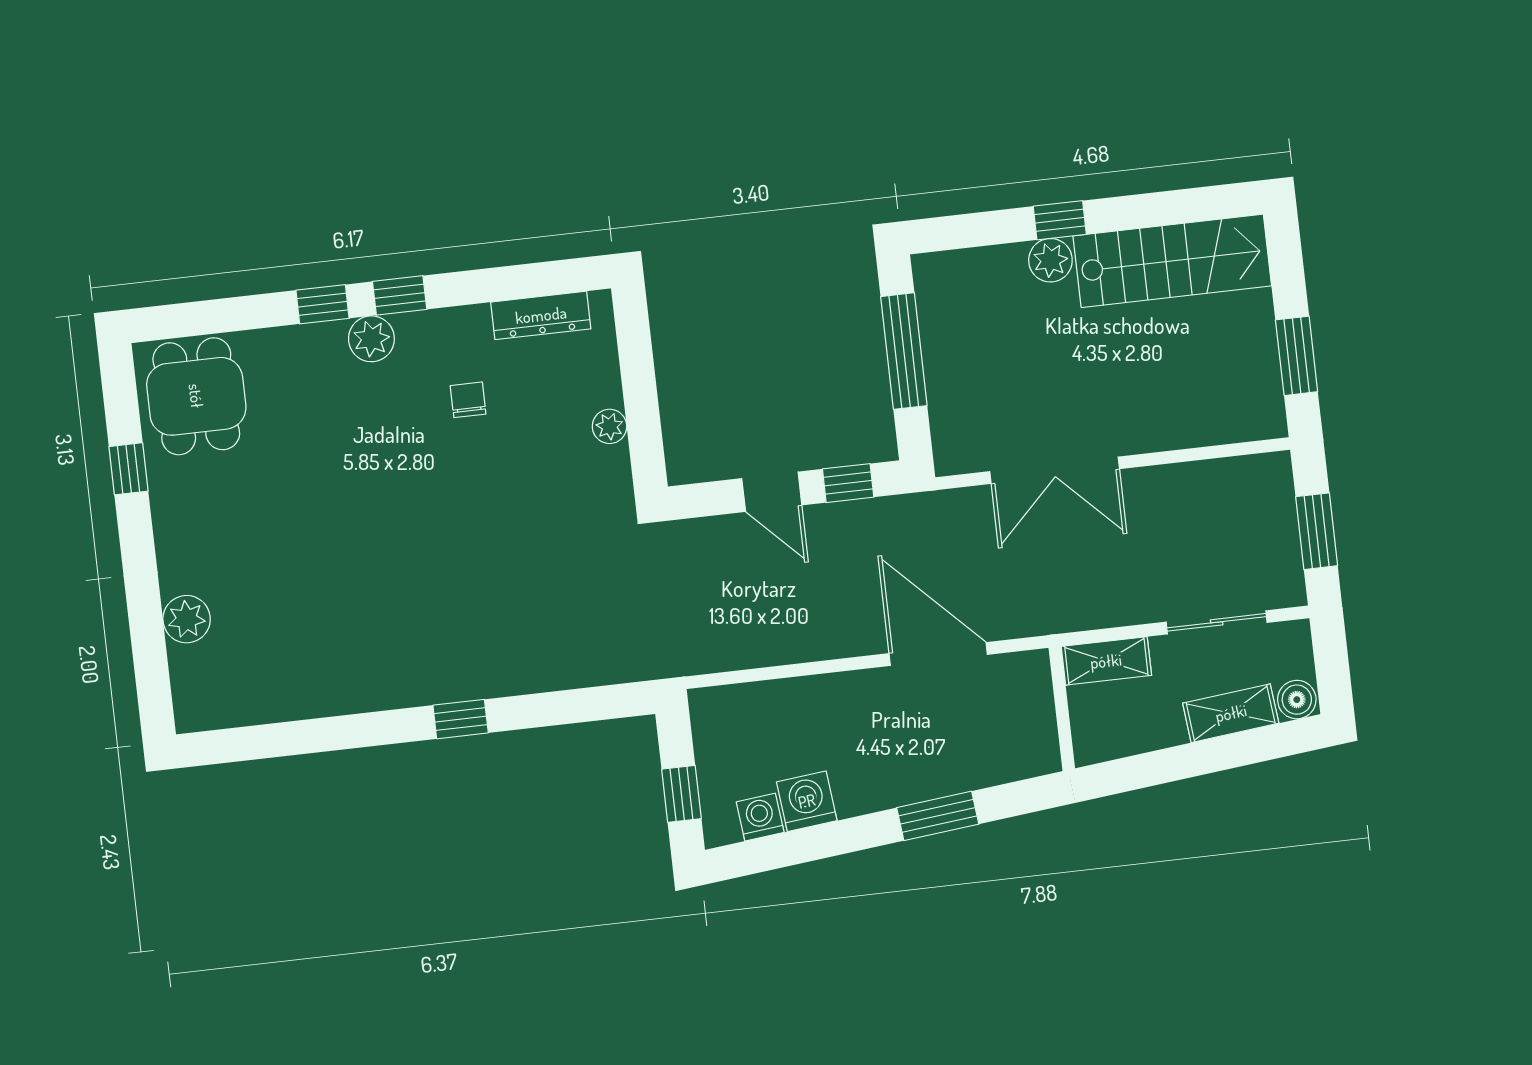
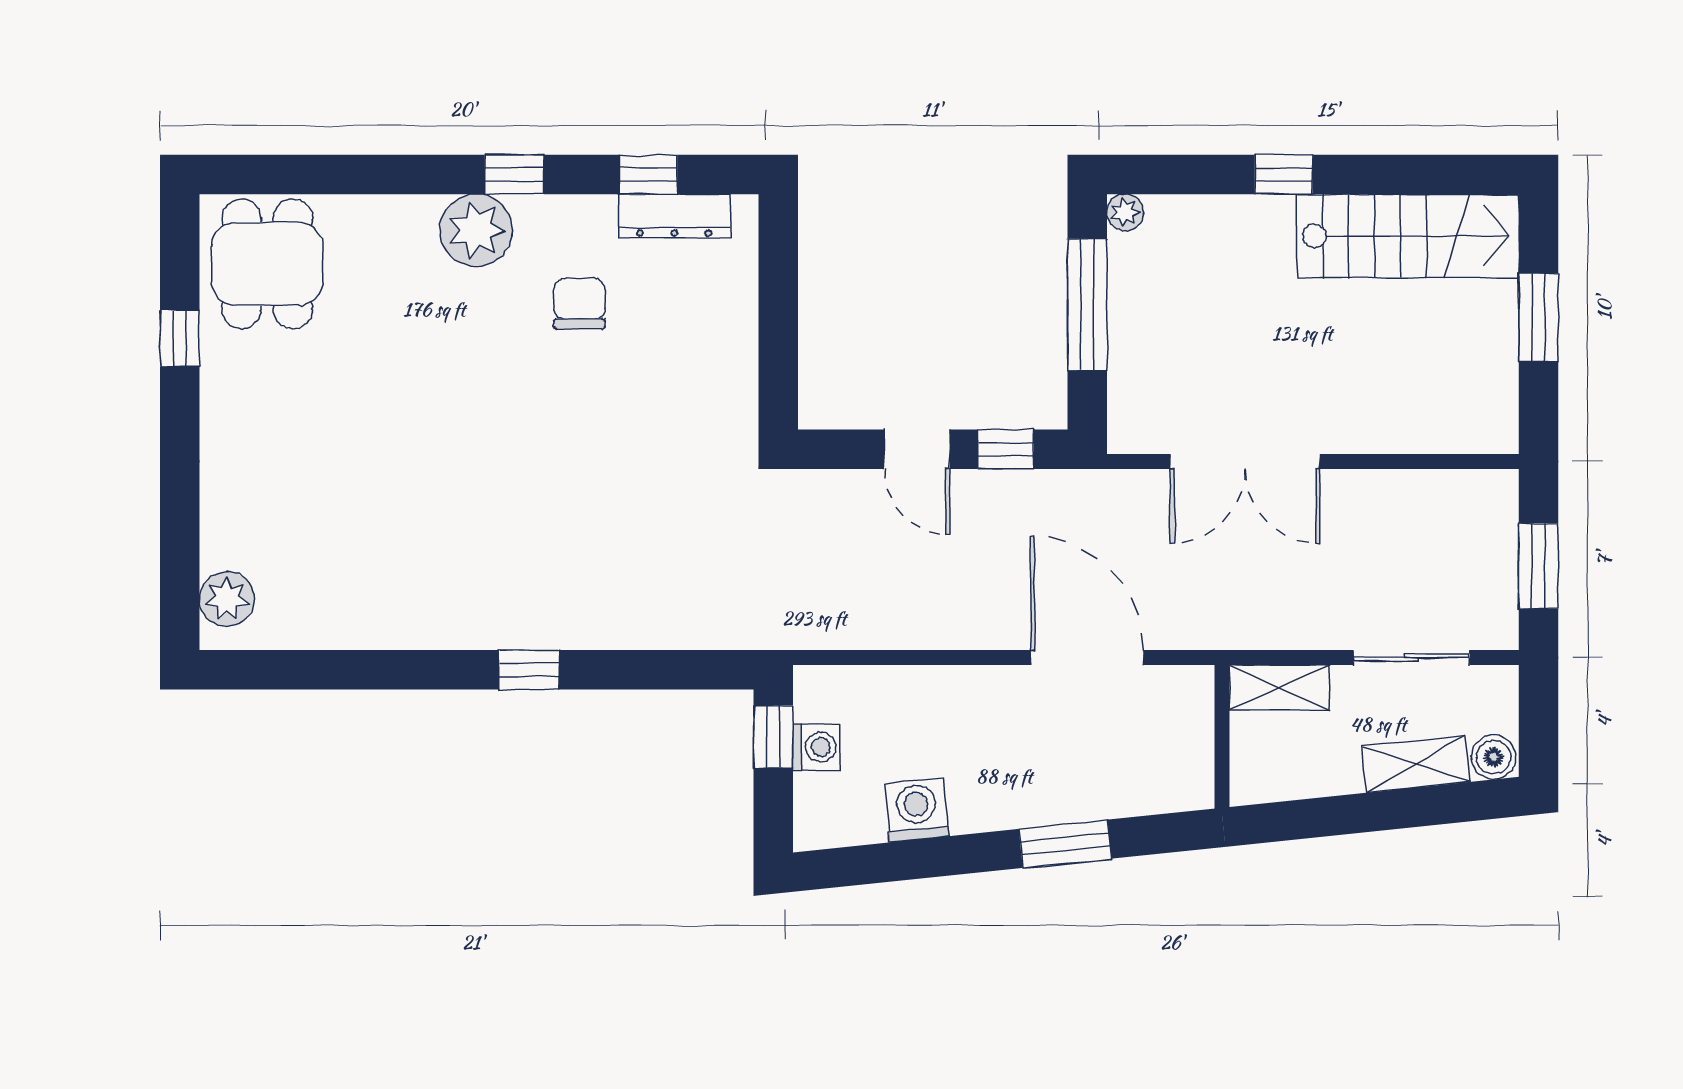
plant: (1050, 260) -> (1125, 212), moved, width x0.73, depth x0.73
window: (322, 304) -> (648, 174), moved
plant: (371, 339) -> (476, 230), width x1.36, depth x1.36
window: (1297, 356) -> (1538, 318), moved
chair: (468, 400) -> (579, 304), width x1.37, depth x1.37
plant: (610, 426) -> (739, 353), removed
plant: (187, 619) -> (227, 599), moved
window: (681, 794) -> (773, 737), moved
washing machine: (760, 817) -> (816, 747), moved, turned 96

